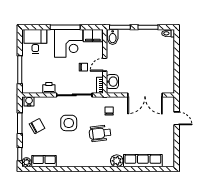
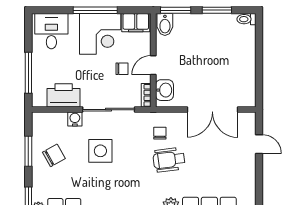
printer: (49, 88) -> (64, 95), width x1.87, depth x1.48
water cooler: (29, 101) -> (75, 119), moved
wheelchair: (100, 133) -> (169, 160), moved

